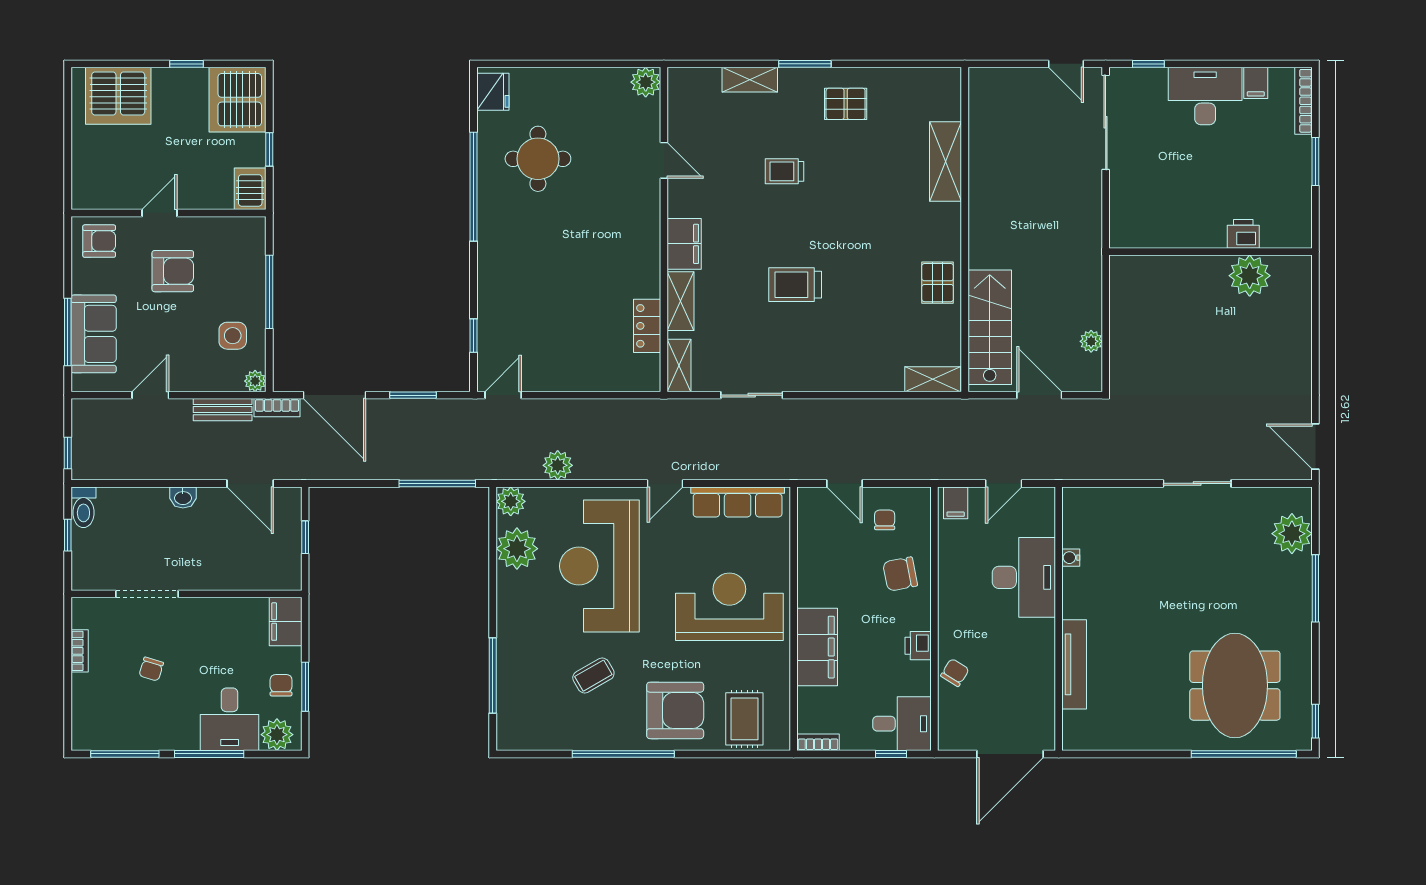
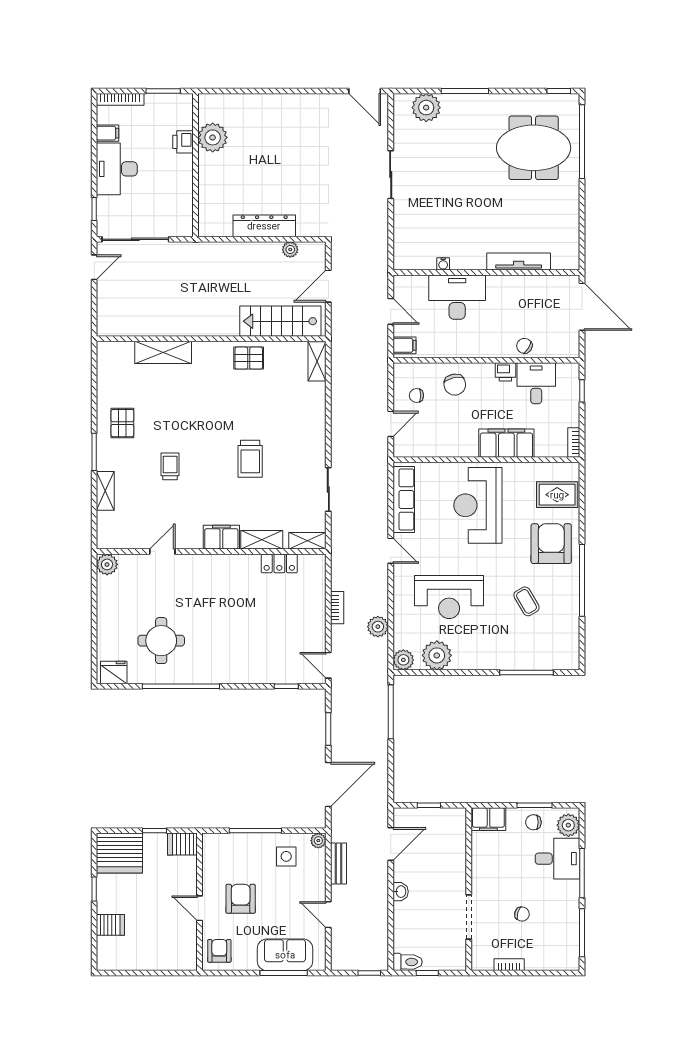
server rack: (118, 96) -> (110, 925), width x0.46, depth x0.70
trolley: (785, 171) -> (170, 466), turned 180
printer: (1243, 234) -> (183, 142), moved
wall: (1210, 252) -> (196, 165), moved
plant: (1250, 276) -> (213, 137), moved
dresser: (1125, 304) -> (264, 226), added
bookcase: (277, 408) -> (337, 608), moved
door: (1315, 446) -> (365, 91), hinge flipped
reception desk: (599, 566) -> (449, 597), width x0.74, depth x0.77
desk: (902, 724) -> (536, 383), moved

